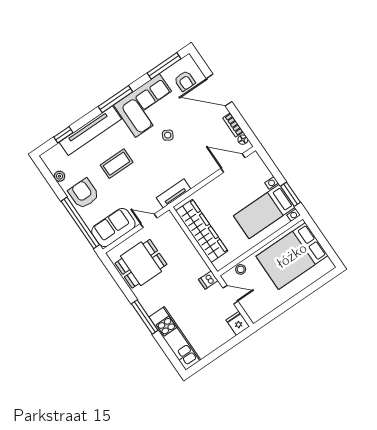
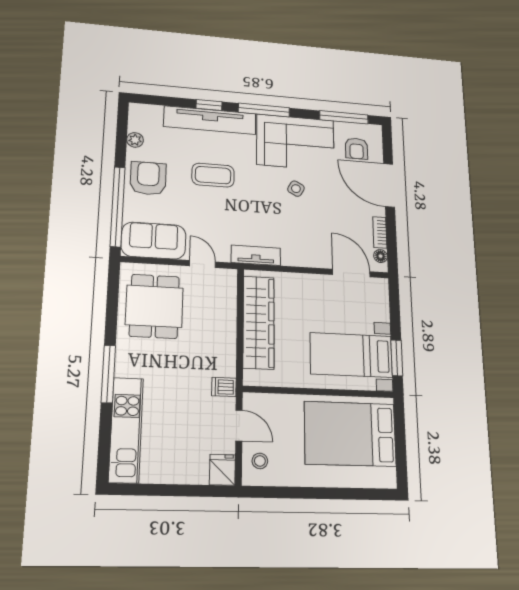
window: (63, 135) -> (209, 105), moved
dining table: (141, 264) -> (154, 306), turned 90
stool: (241, 269) -> (260, 461), moved

